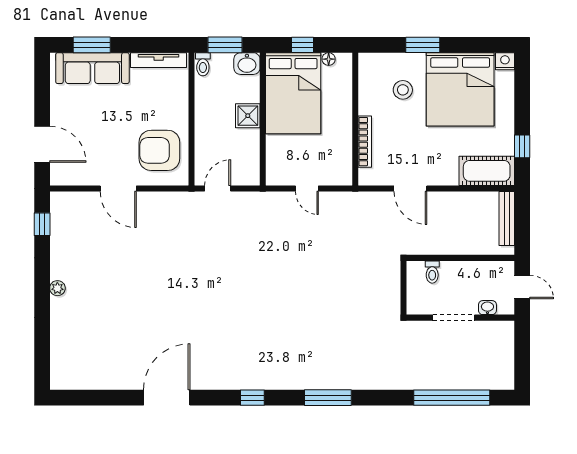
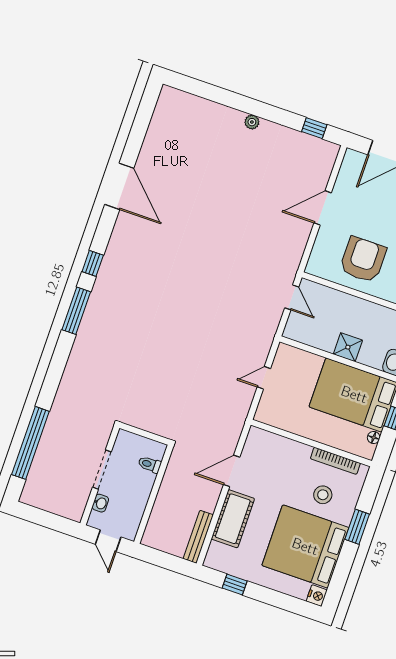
bookcase: (365, 142) -> (335, 461), moved
armchair: (159, 150) -> (363, 260), moved
cot: (487, 171) -> (233, 519), moved
bench: (507, 218) -> (198, 537), moved, turned 90
door: (522, 287) -> (108, 541), hinge flipped
window: (328, 398) -> (76, 311), moved

